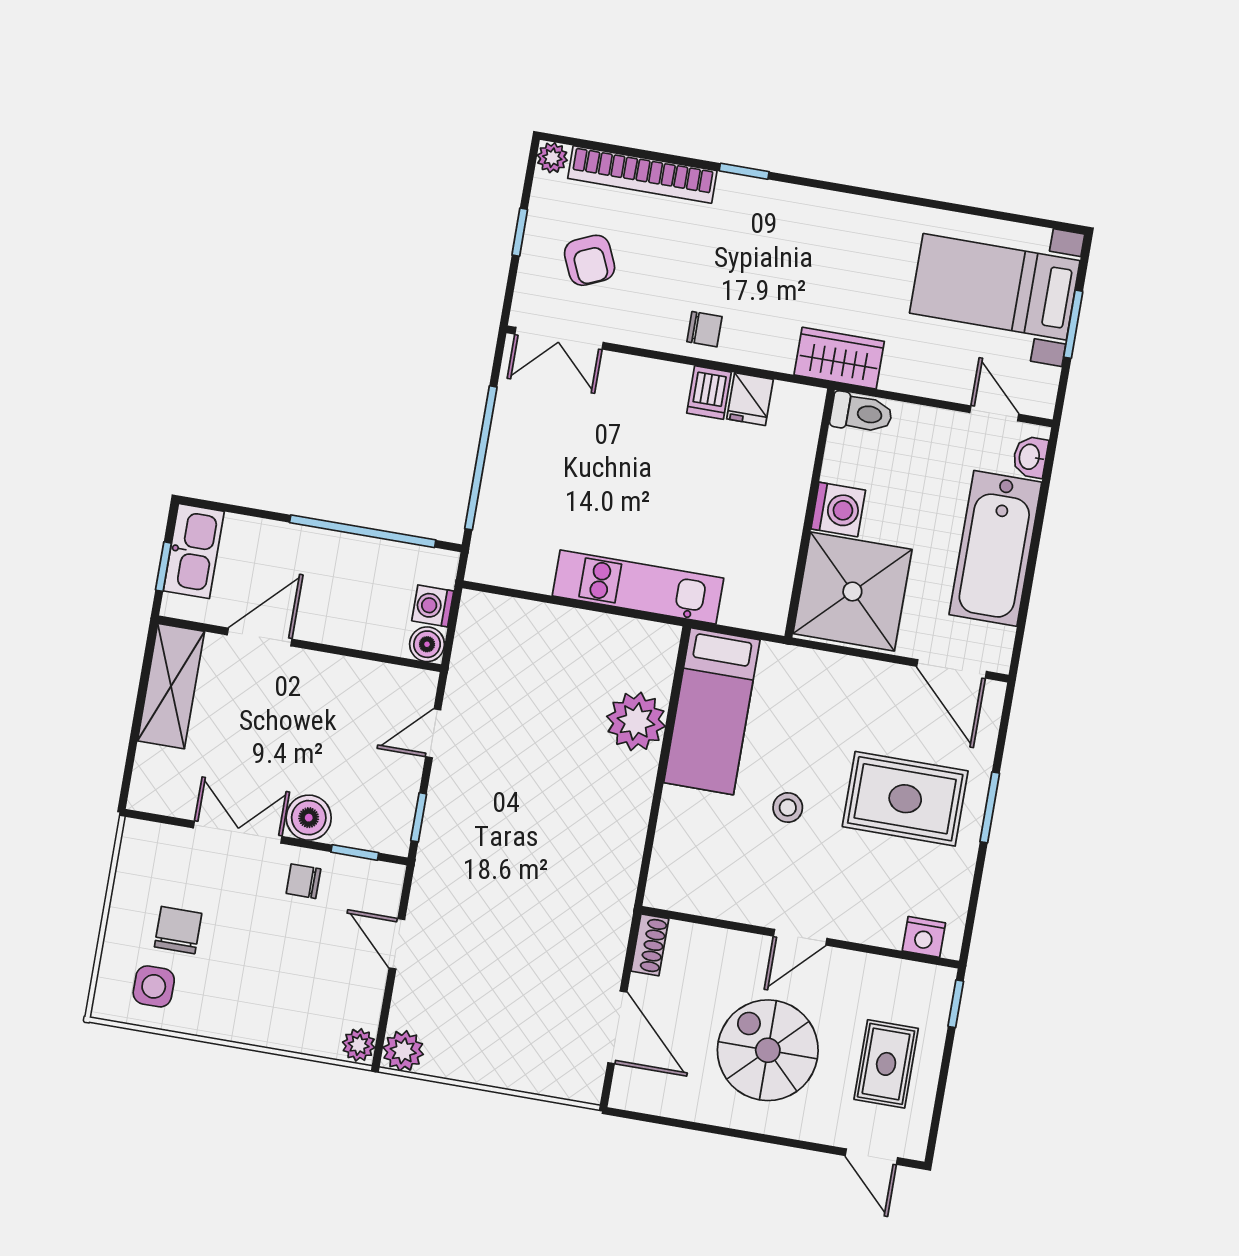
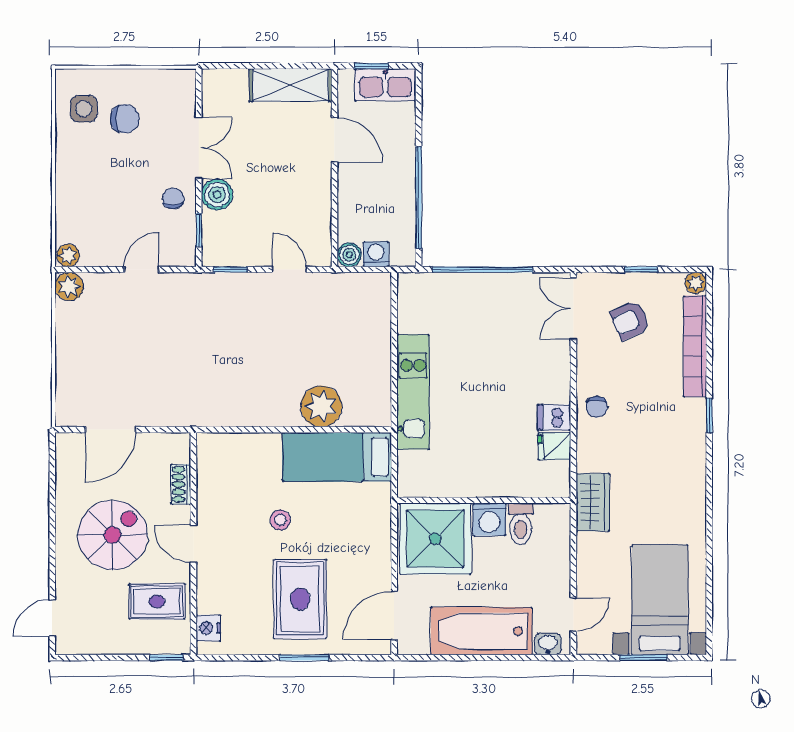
toilet: (861, 413) -> (521, 524), moved
shoe rack: (650, 945) -> (181, 484), moved, turned 90
rug: (886, 1064) -> (157, 602), moved

